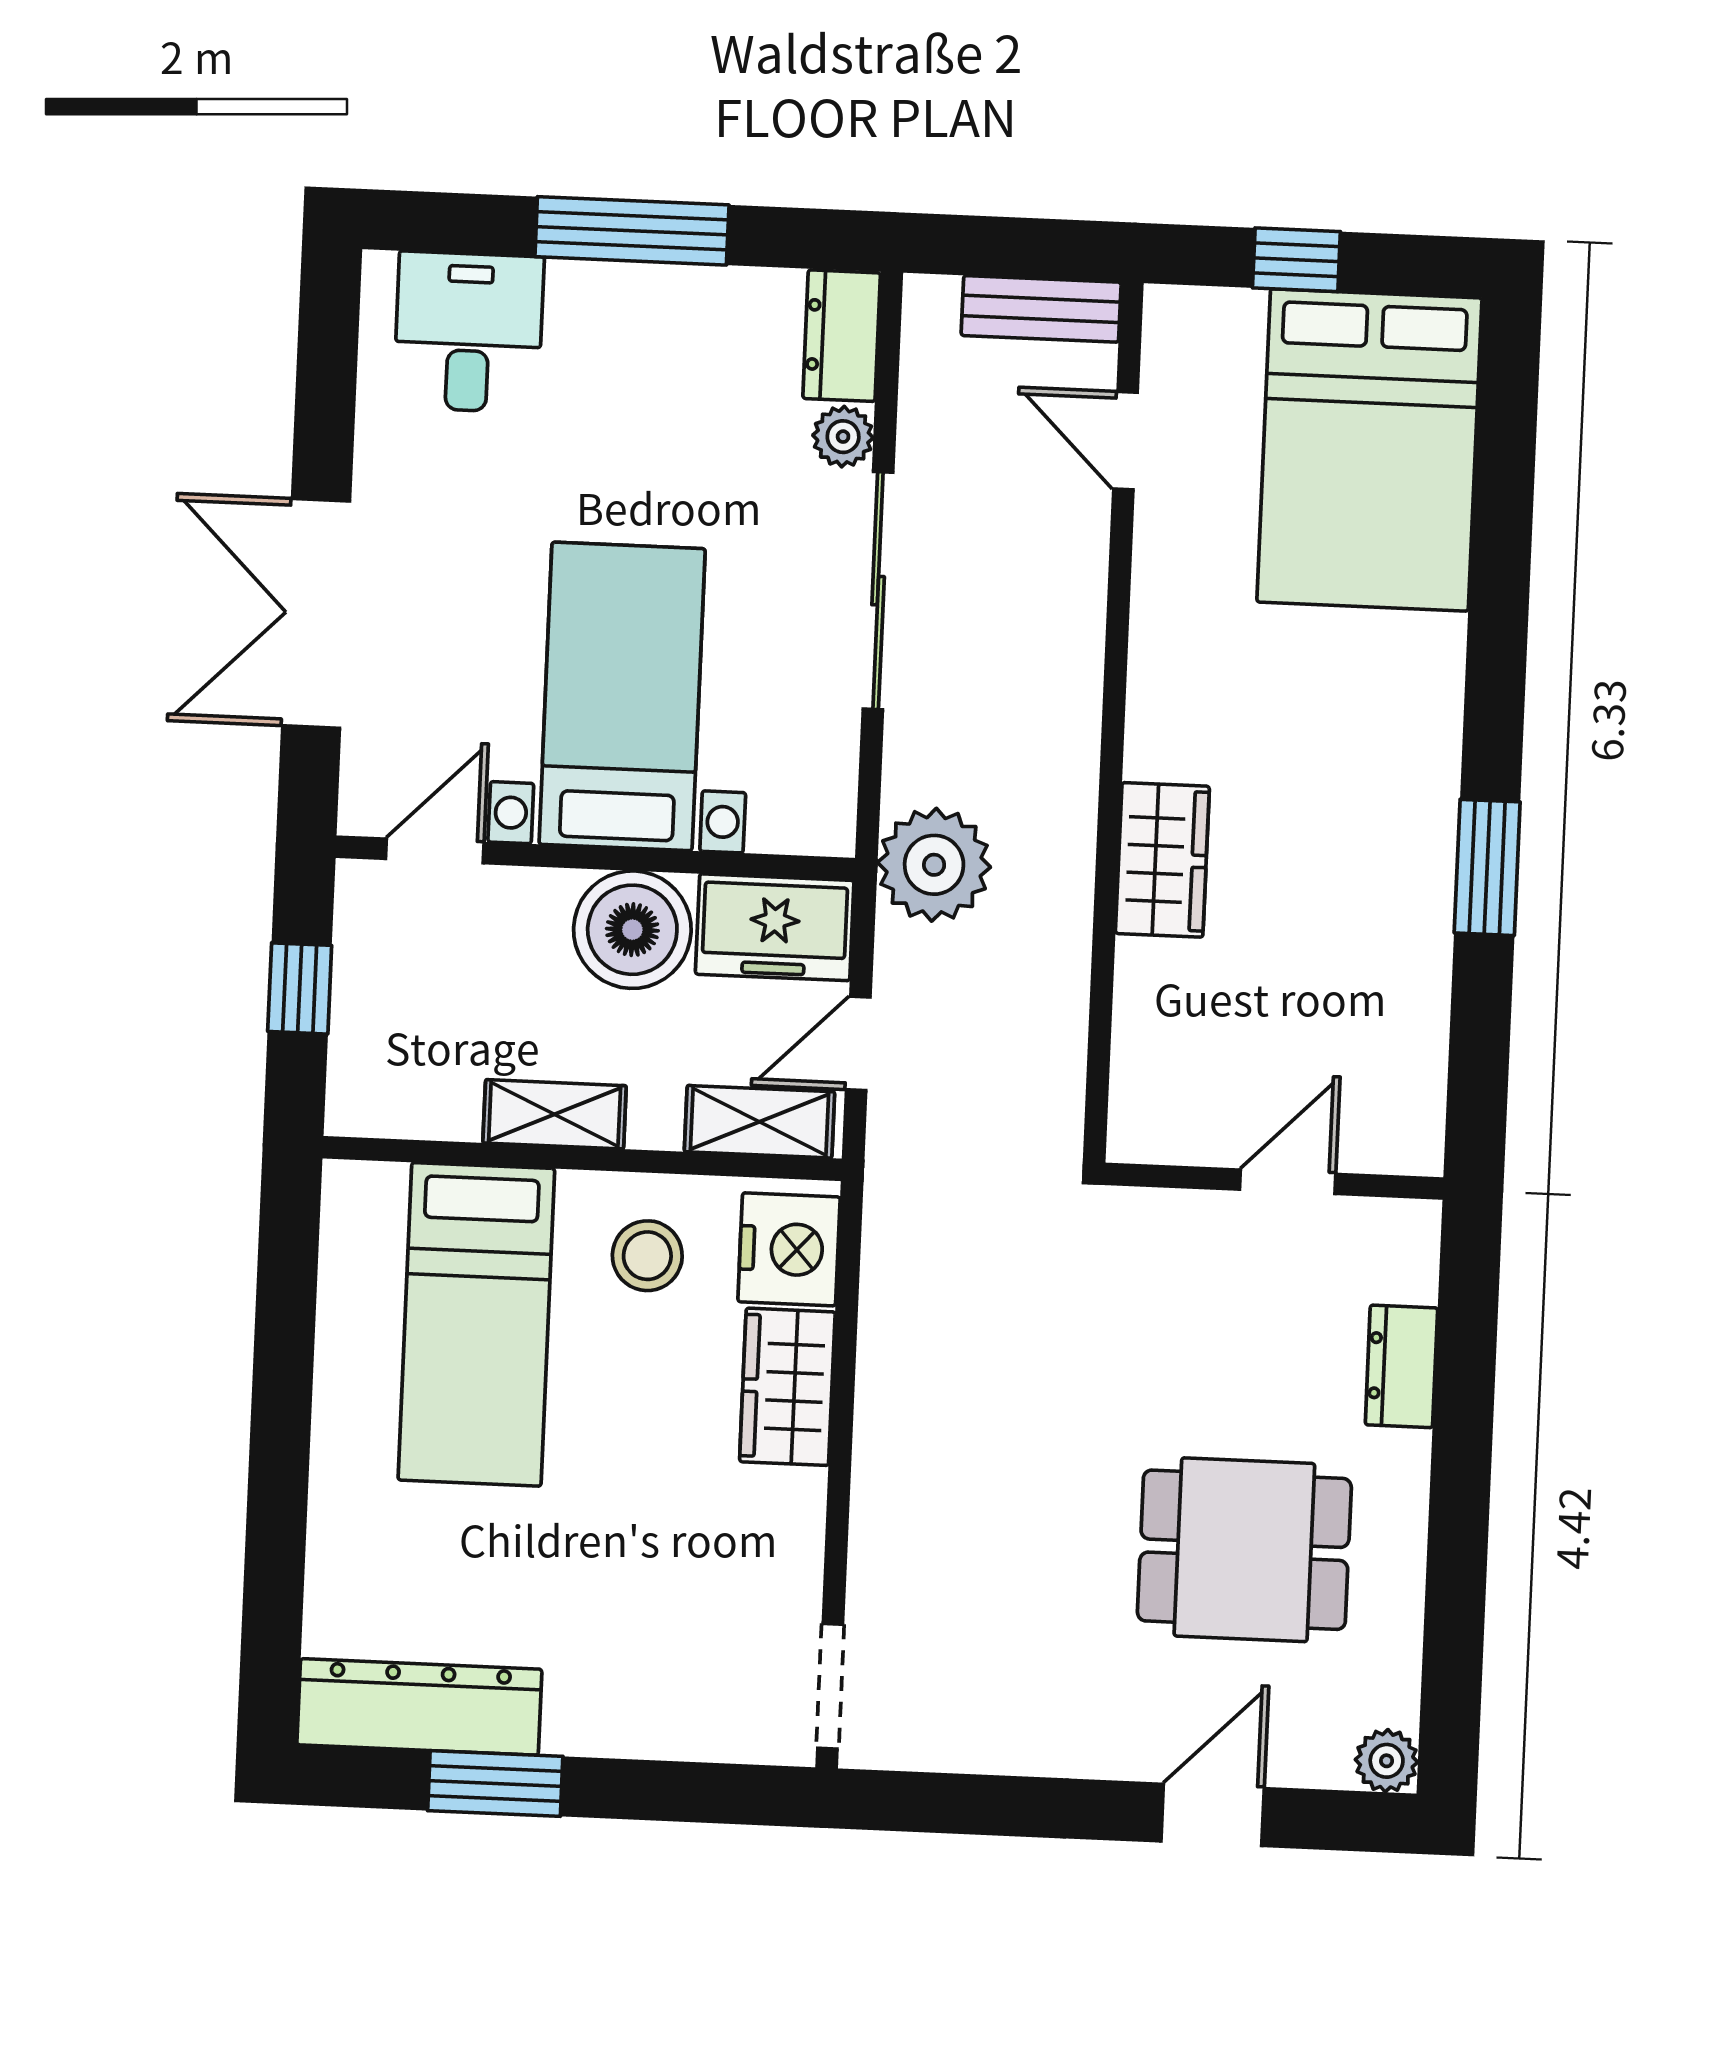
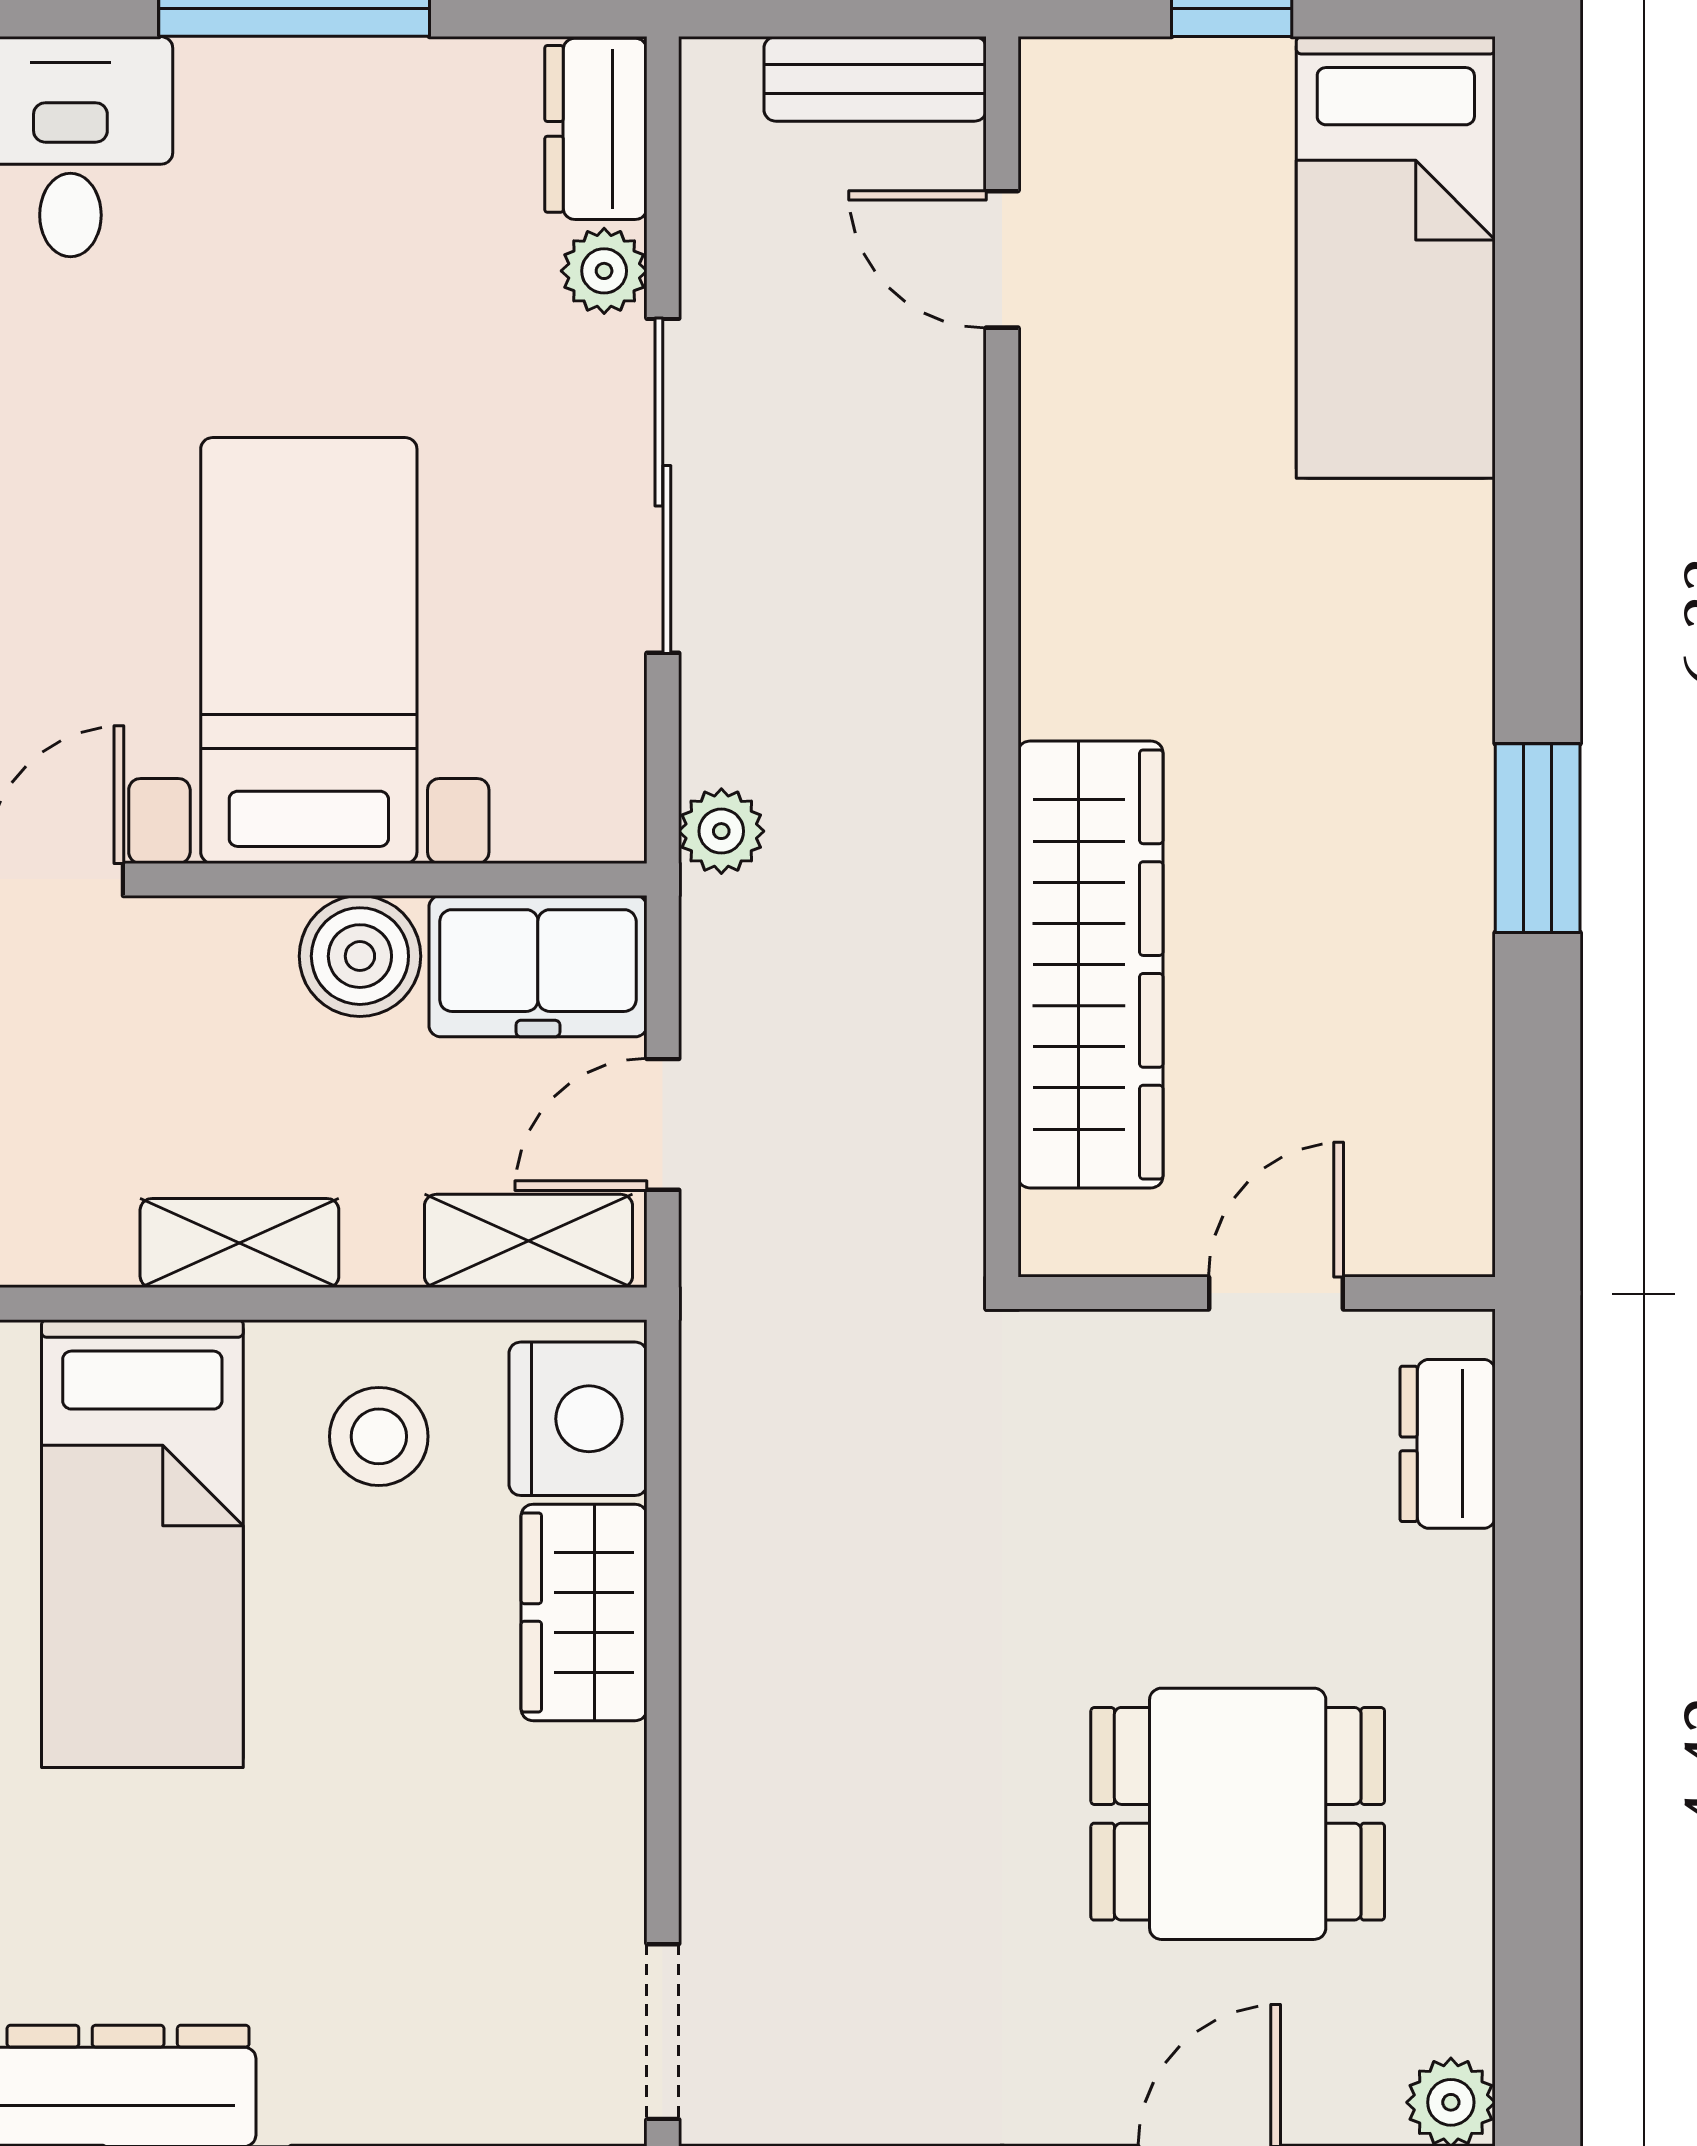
bed: (1369, 450) -> (1396, 257), width x0.67
wardrobe: (1162, 860) -> (1090, 964), width x2.10, depth x1.17
plant: (934, 865) -> (721, 831), width x0.53, depth x0.53
boiler: (632, 930) -> (360, 956), width x0.73, depth x0.73
dresser: (1401, 1366) -> (1448, 1444), moved

